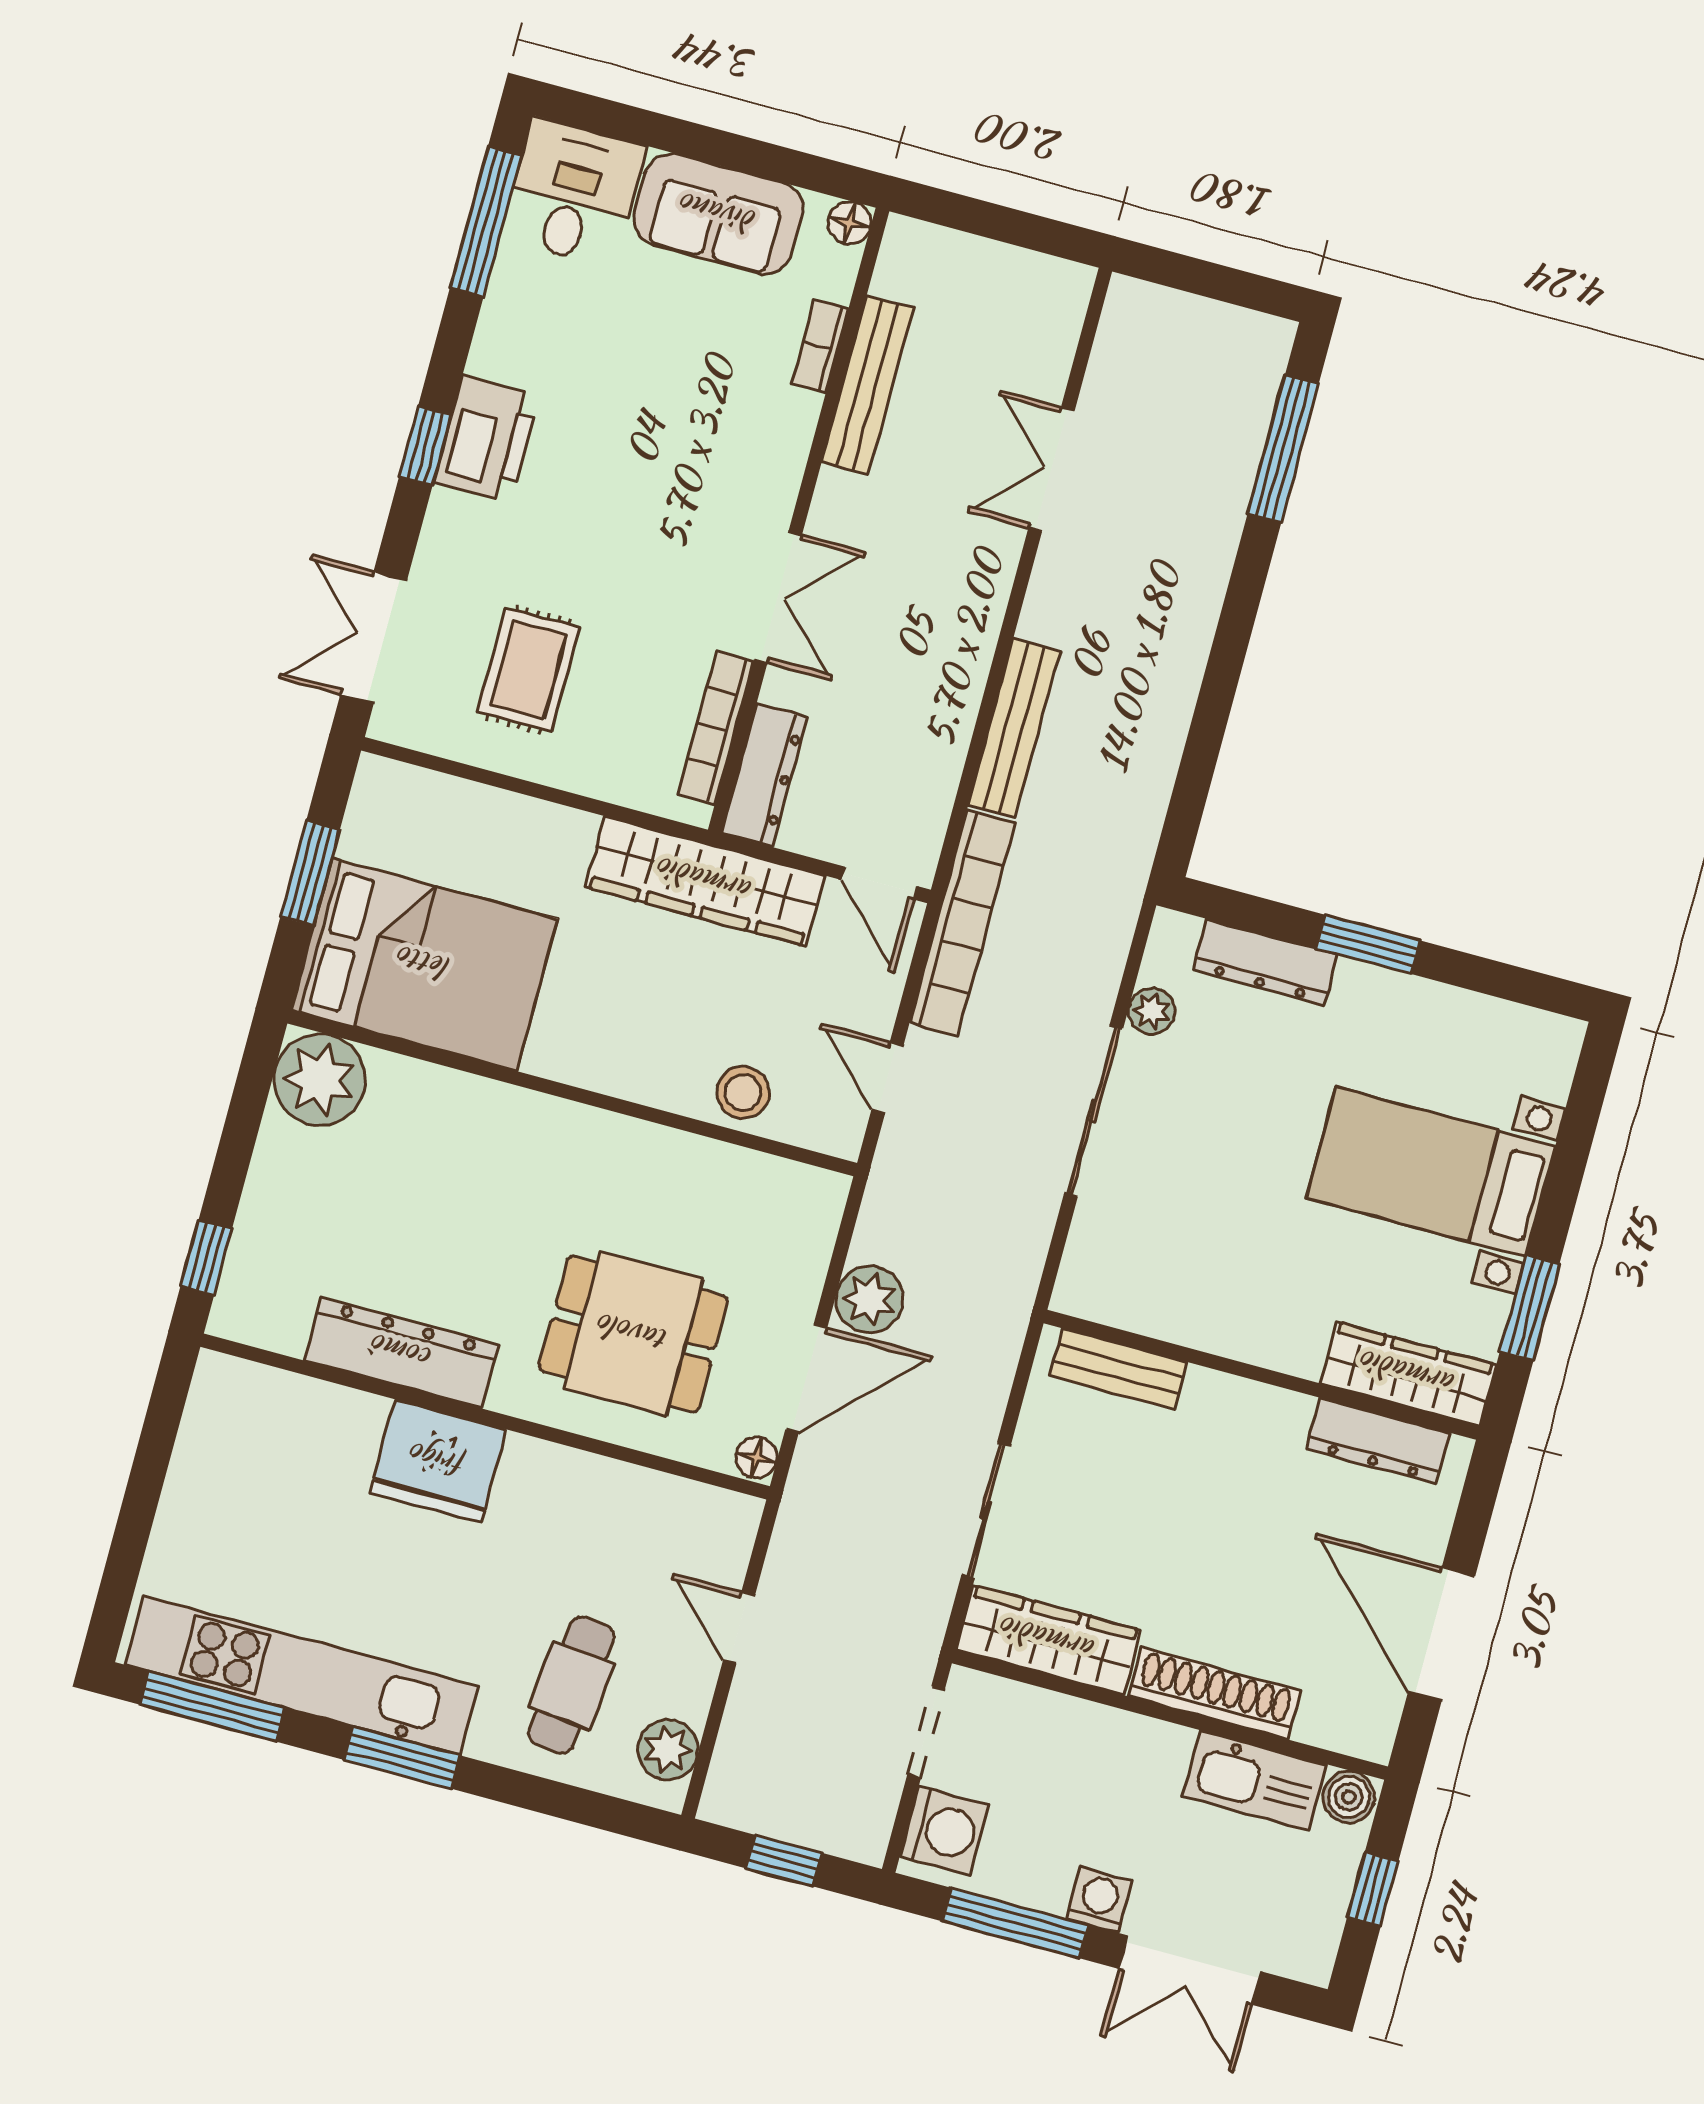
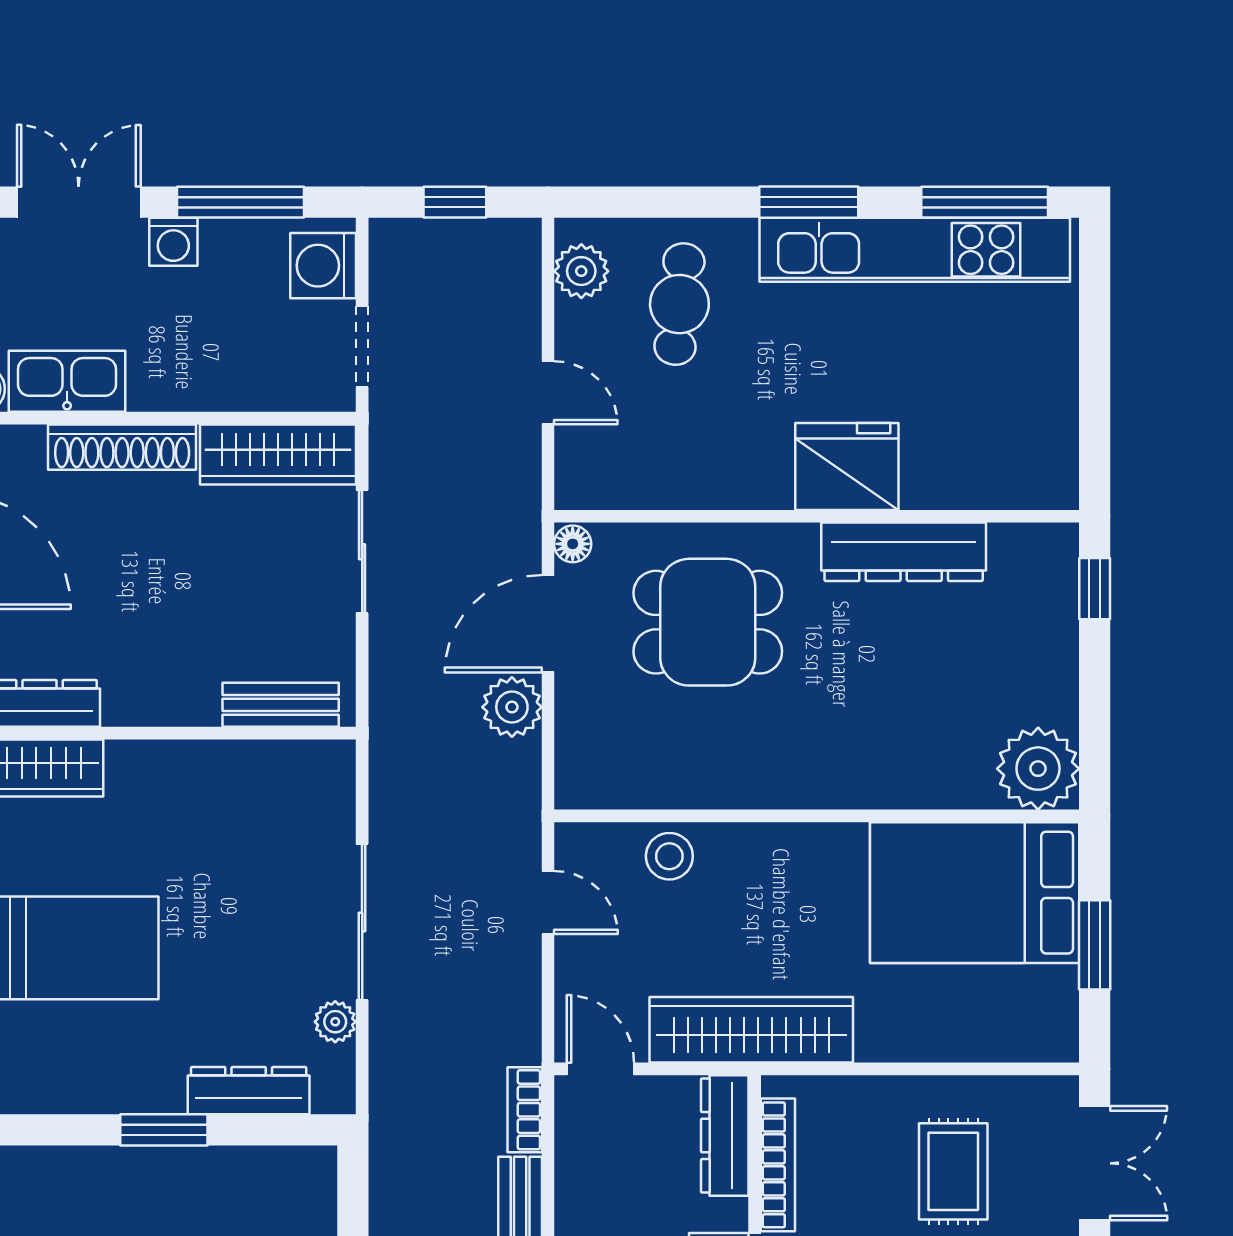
bookcase: (962, 923) -> (525, 1110), width x0.43, depth x0.76

